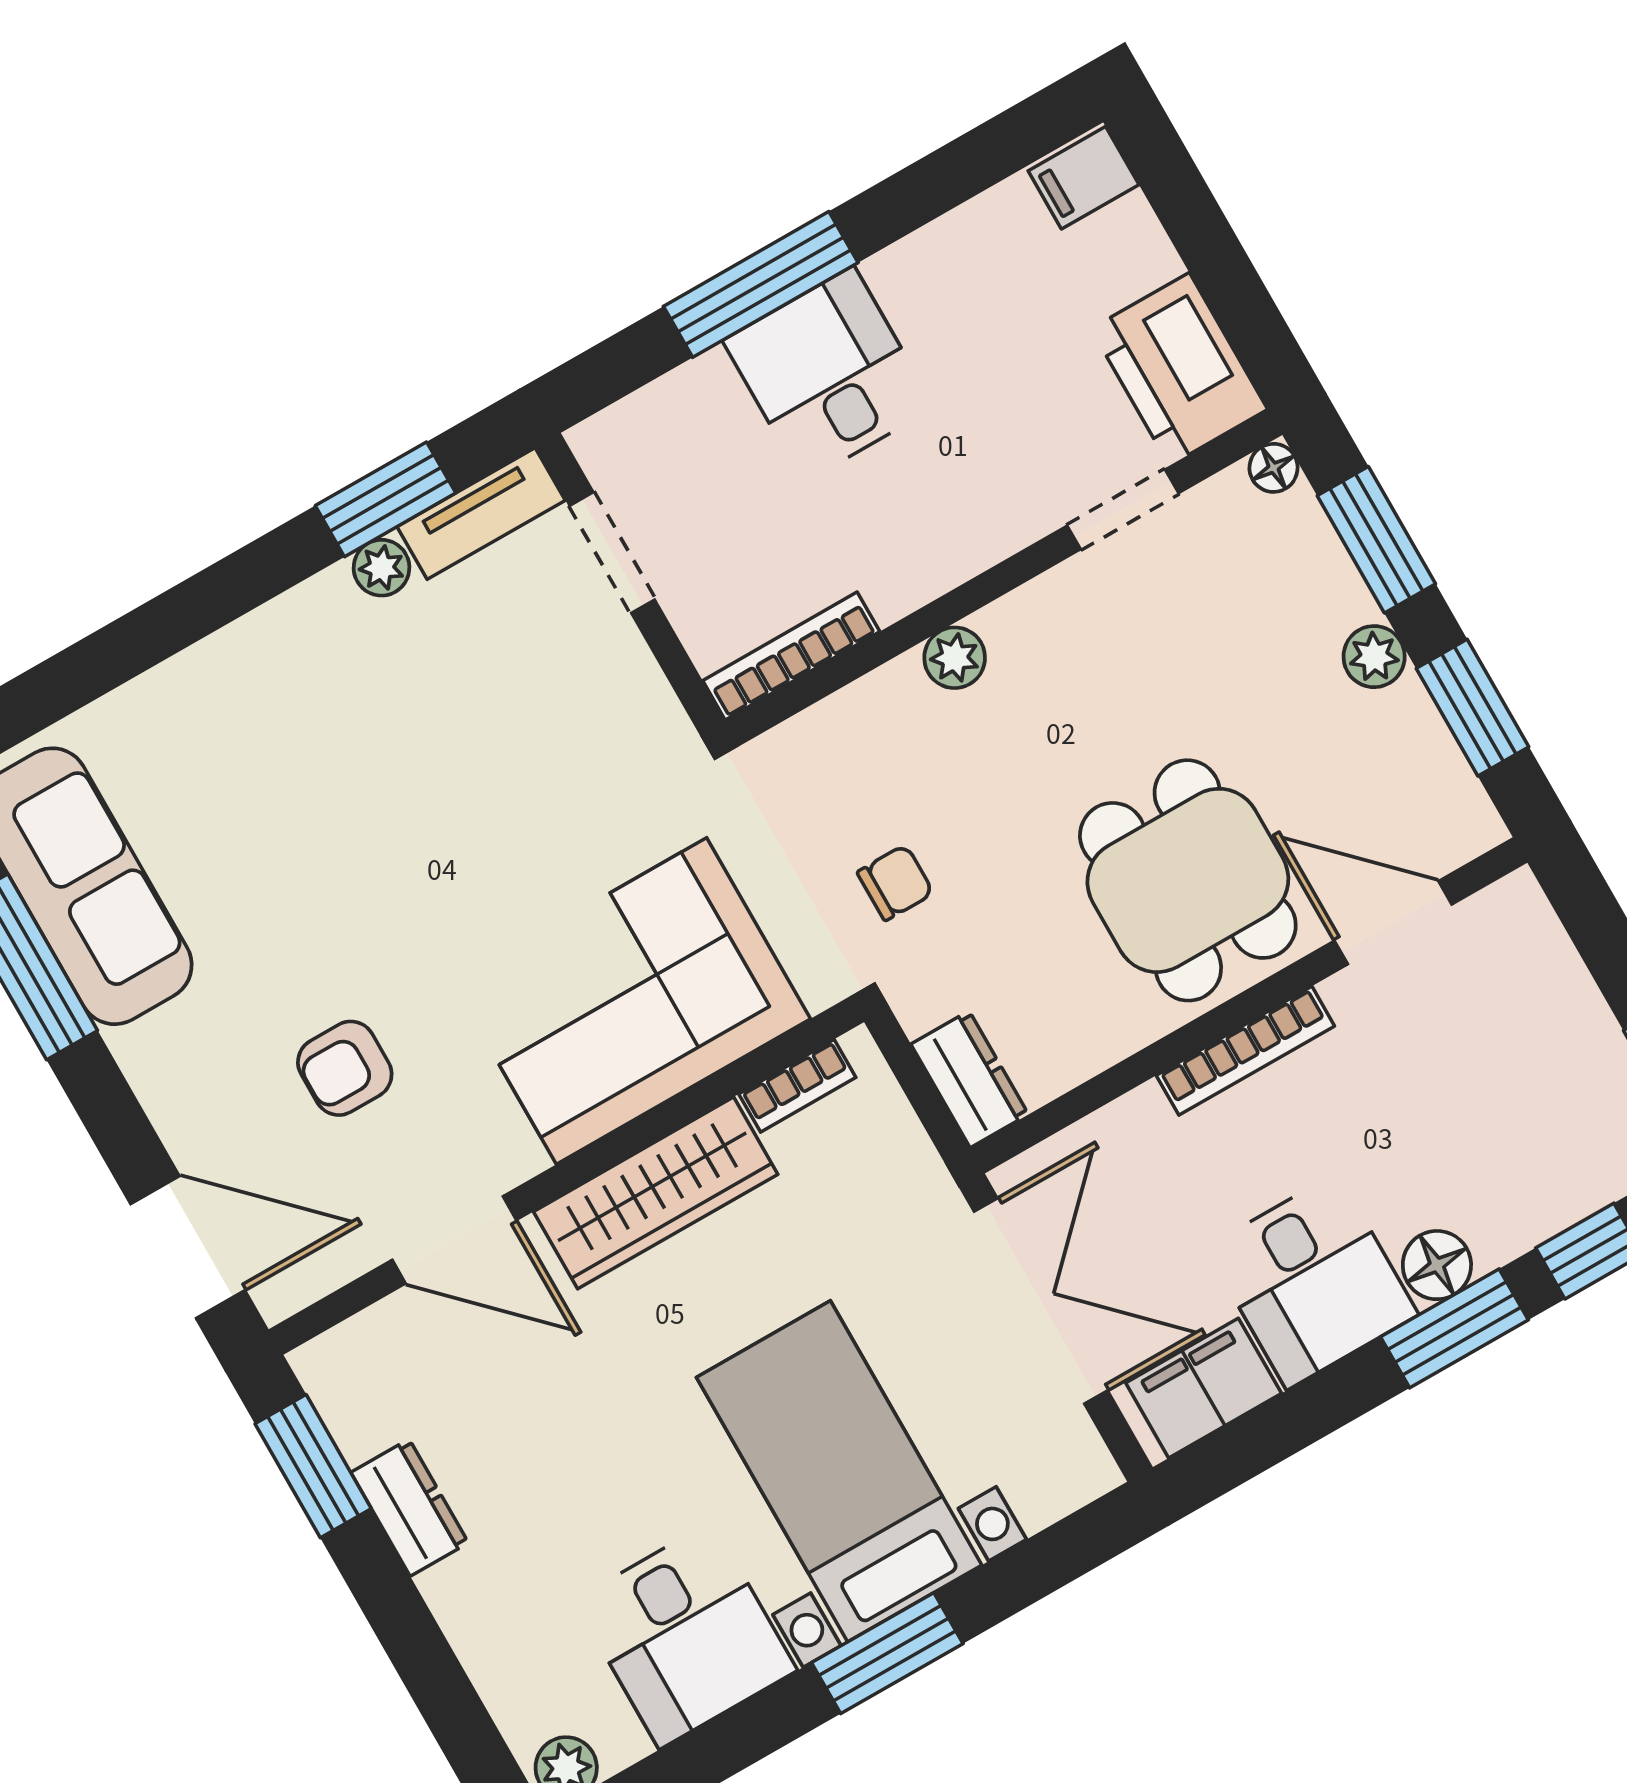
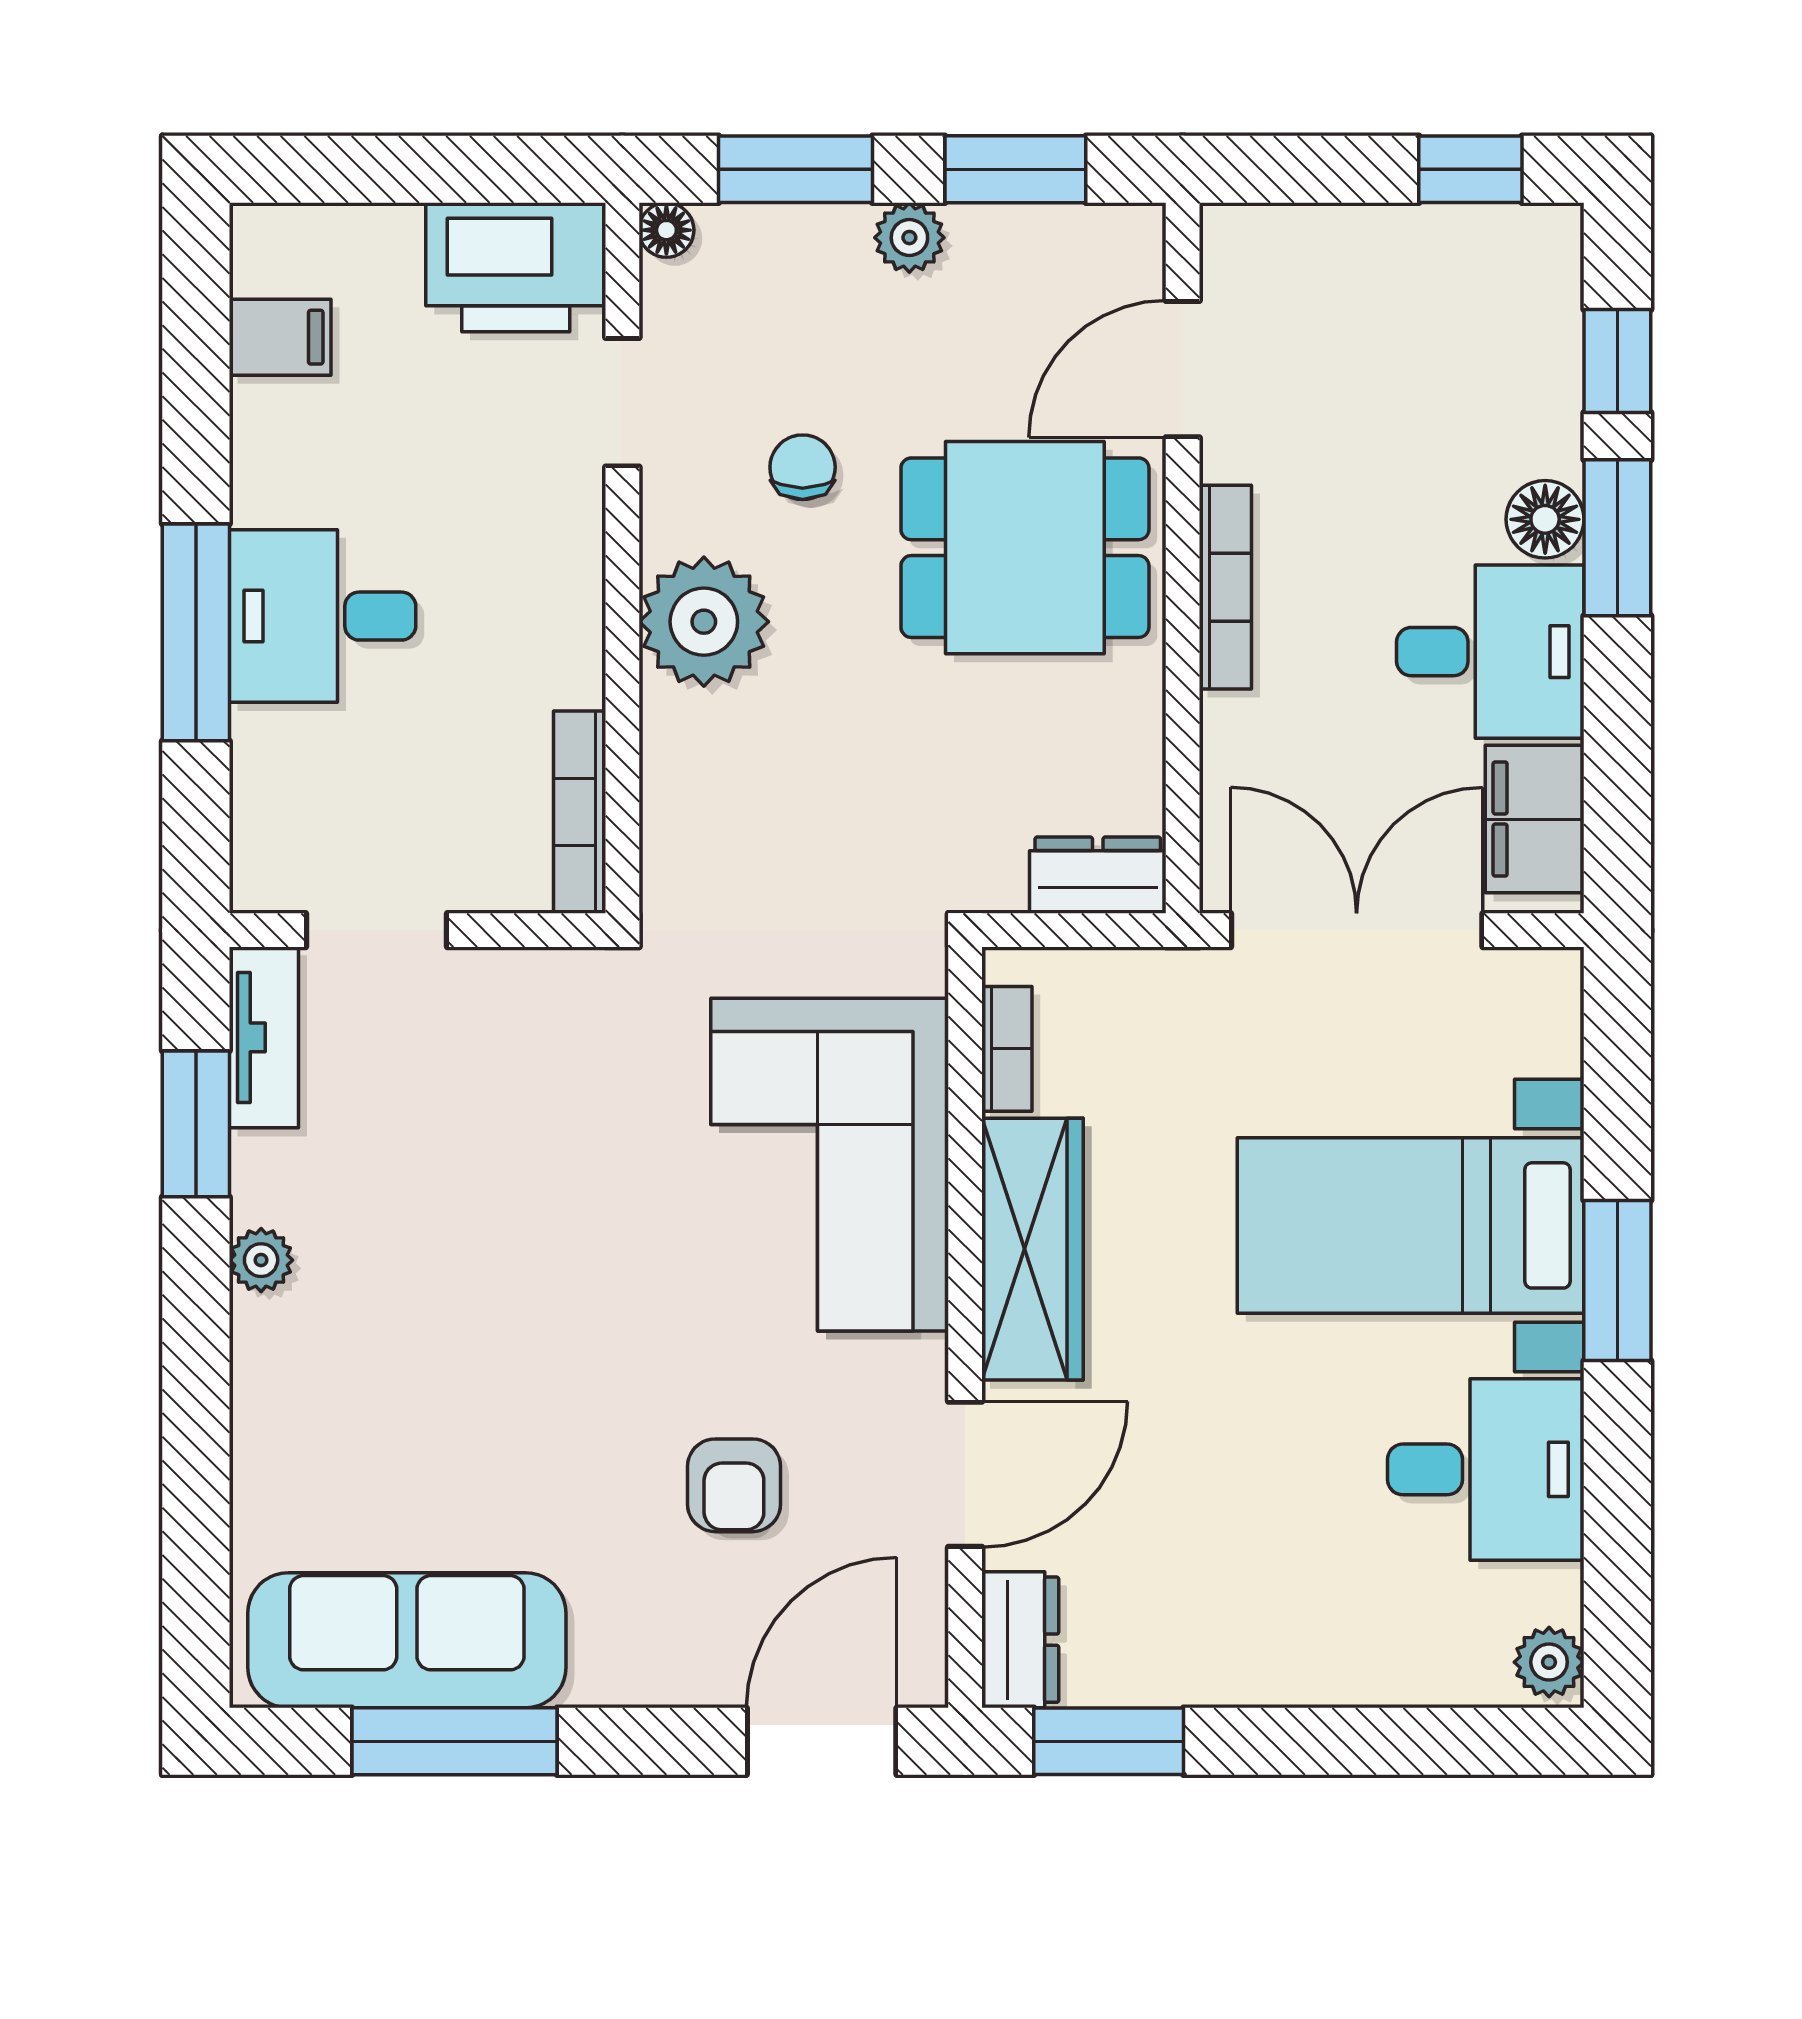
filing cabinet: (1084, 178) -> (280, 337), moved, turned -90
plant: (382, 568) -> (261, 1260), moved
plant: (955, 658) -> (704, 622), width x1.88, depth x1.88
chair: (895, 883) -> (803, 467), moved
dresser: (410, 1508) -> (1020, 1640), moved, turned 90

